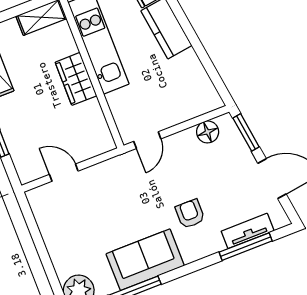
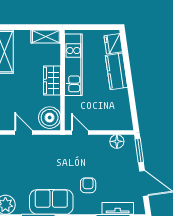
boiler: (94, 135) -> (50, 118), added
door: (147, 140) -> (80, 132), swing flipped

